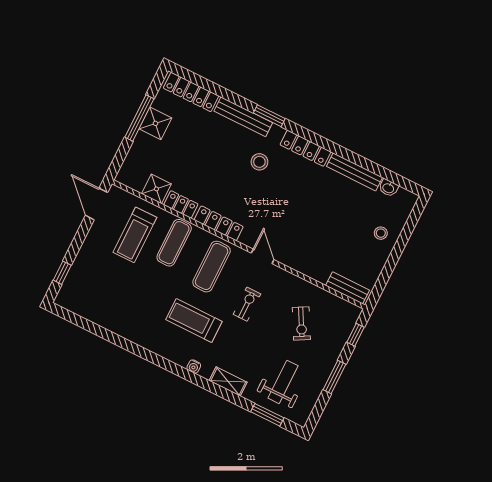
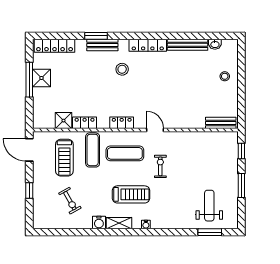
window: (269, 116) -> (96, 36), moved
bench: (243, 117) -> (102, 45), width x0.73
locker: (219, 223) -> (122, 123), width x0.66
exercise mat: (212, 267) -> (125, 153), turned 90
window: (62, 273) -> (29, 191), moved
treadmill: (194, 321) -> (131, 194), turned 180
exercise bike: (301, 323) -> (70, 201), moved
water cooler: (138, 335) -> (99, 223), added
shelving: (228, 381) -> (119, 223), moved

